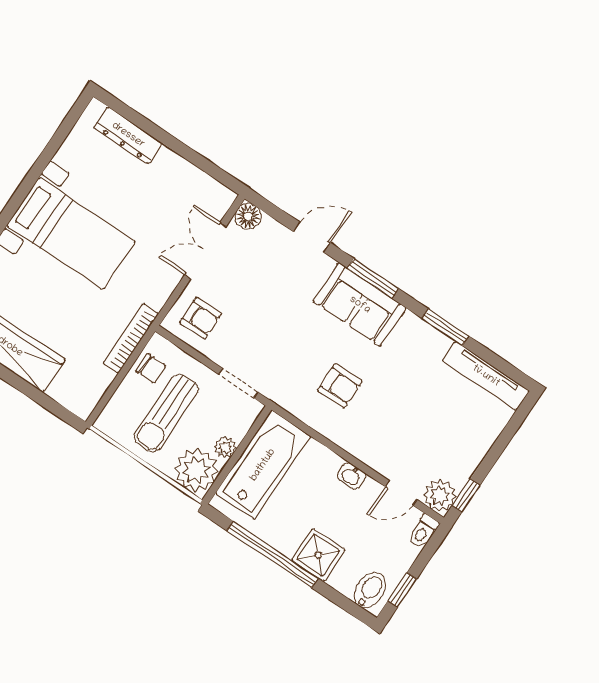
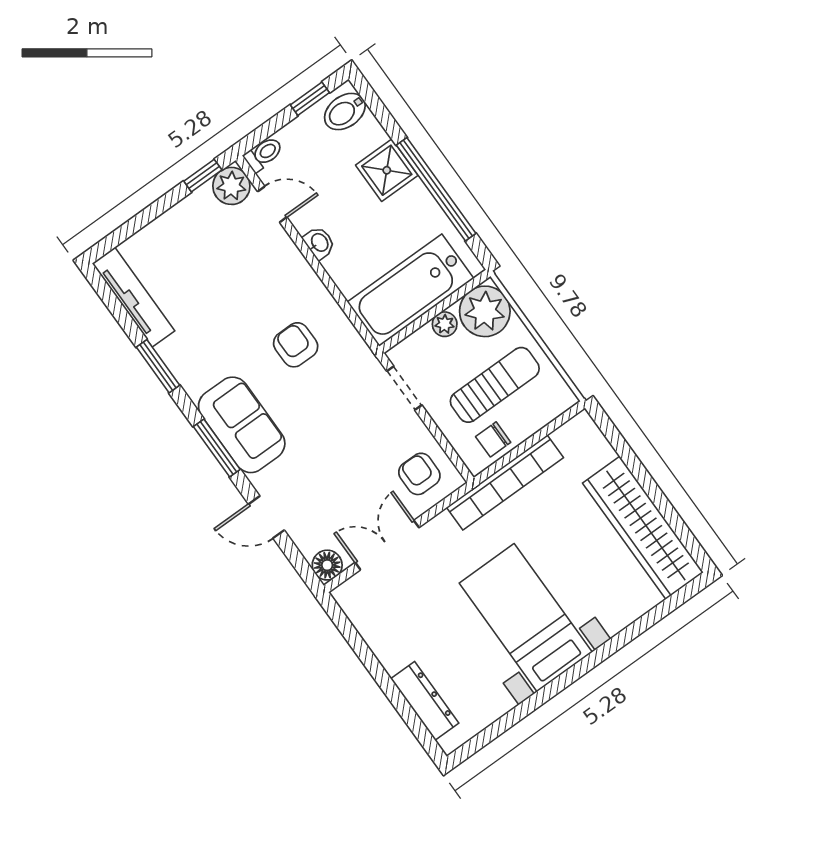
double door: (205, 251) -> (387, 545), swing flipped
bookcase: (131, 339) -> (505, 483), width x1.48, depth x1.31
chair: (151, 368) -> (493, 439), turned -90

